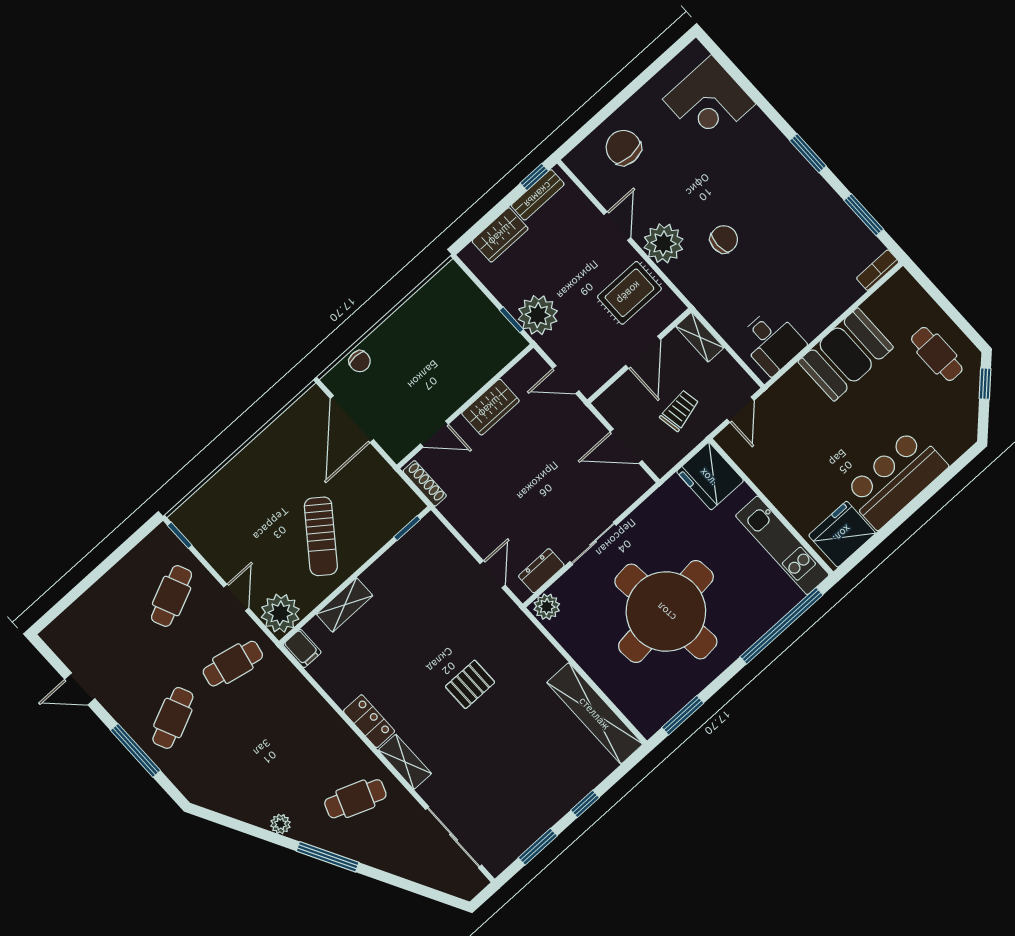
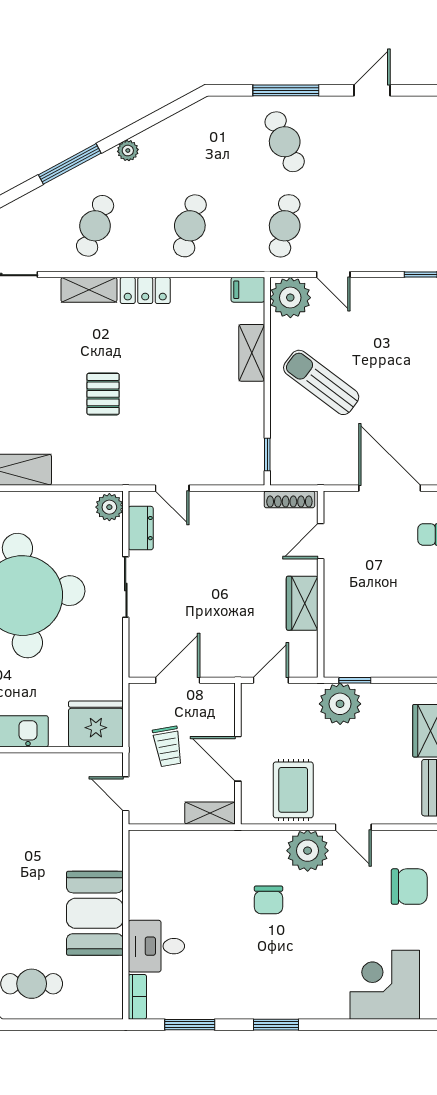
desk: (772, 341) -> (156, 946), moved
cafe table: (172, 596) -> (190, 226), moved, turned 39

